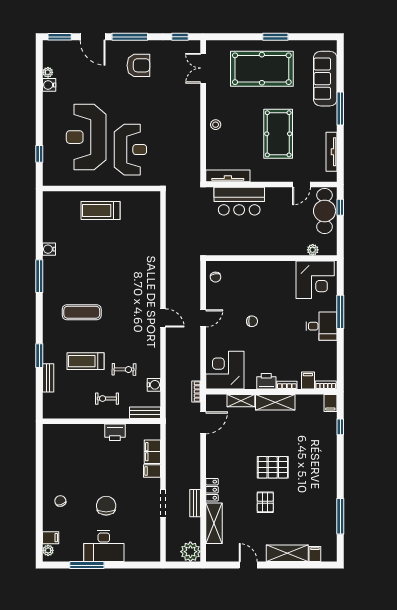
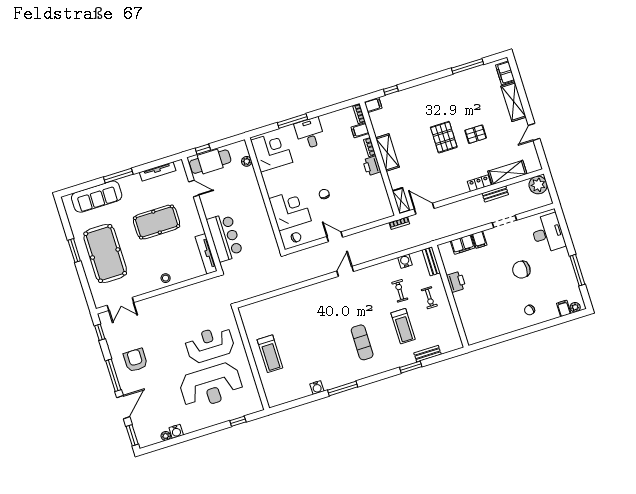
corner desk: (225, 370) -> (290, 210), moved, turned 180
shelving: (241, 401) -> (401, 201), moved
desk: (104, 546) -> (548, 233), moved
filing cabinet: (315, 554) -> (505, 73), width x2.00

